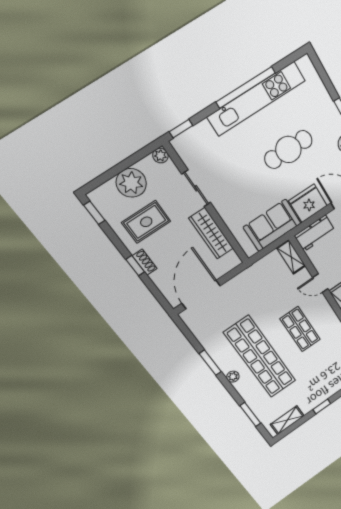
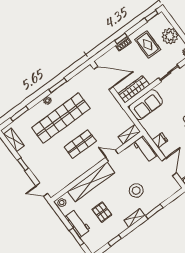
fridge: (308, 203) -> (160, 140), width x0.53, depth x0.75
sofa: (272, 225) -> (146, 105), moved, turned 90
wardrobe: (211, 233) -> (134, 89), moved
door: (320, 283) -> (112, 156), hinge flipped

